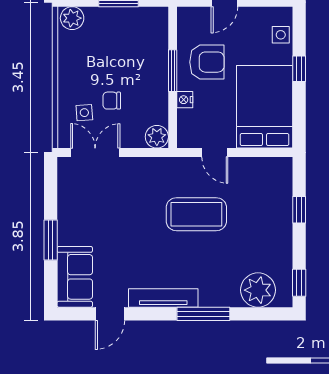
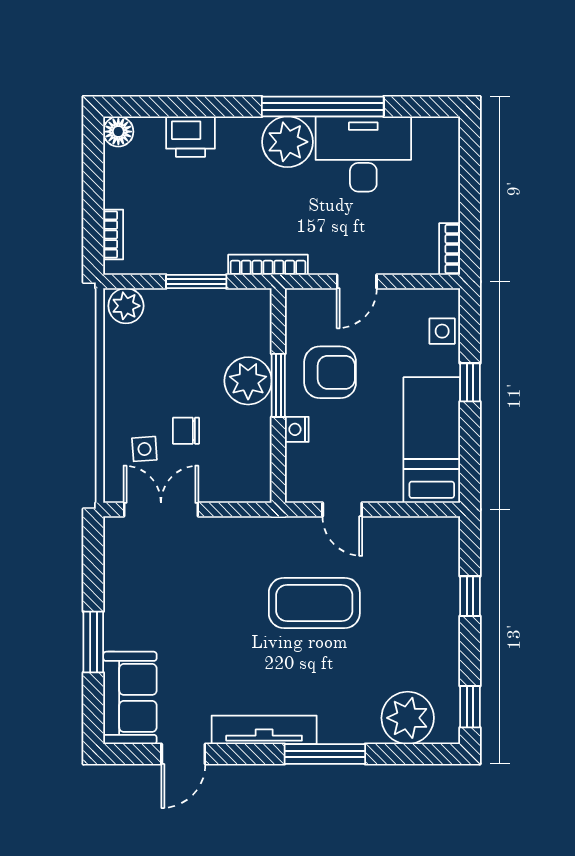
bed: (265, 107) -> (432, 440), width x0.67
plant: (157, 137) -> (248, 381), moved, width x1.36, depth x1.36

